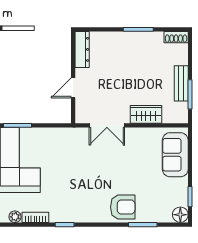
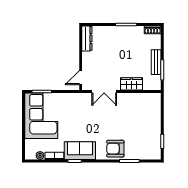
door: (73, 88) -> (81, 78), moved
sofa: (175, 155) -> (80, 151), moved, turned 90
armchair: (123, 207) -> (115, 149), turned 180
floor lamp: (180, 215) -> (156, 154), removed

